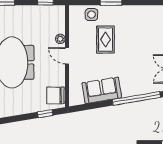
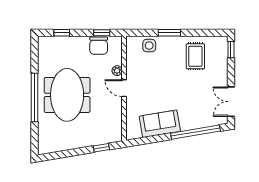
rug: (106, 40) -> (195, 56), moved
chair: (55, 95) -> (99, 46), moved, turned -90

